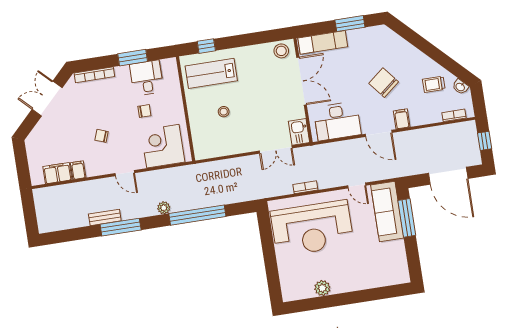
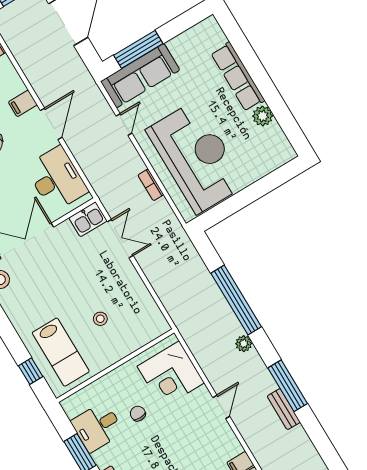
chair: (102, 136) -> (188, 453), removed
row of seats: (358, 282) -> (238, 77), added

